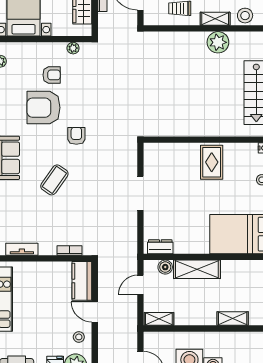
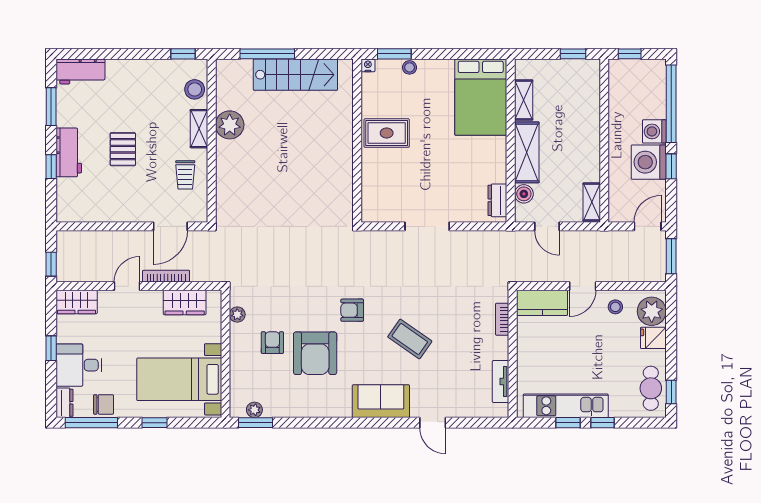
shelving: (233, 319) -> (524, 100), moved

